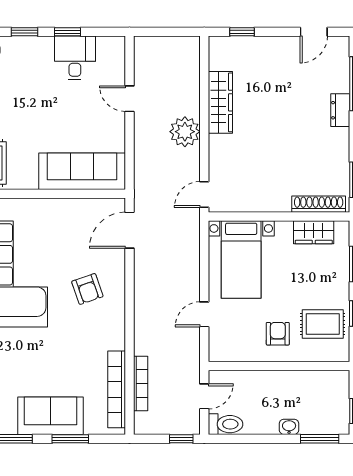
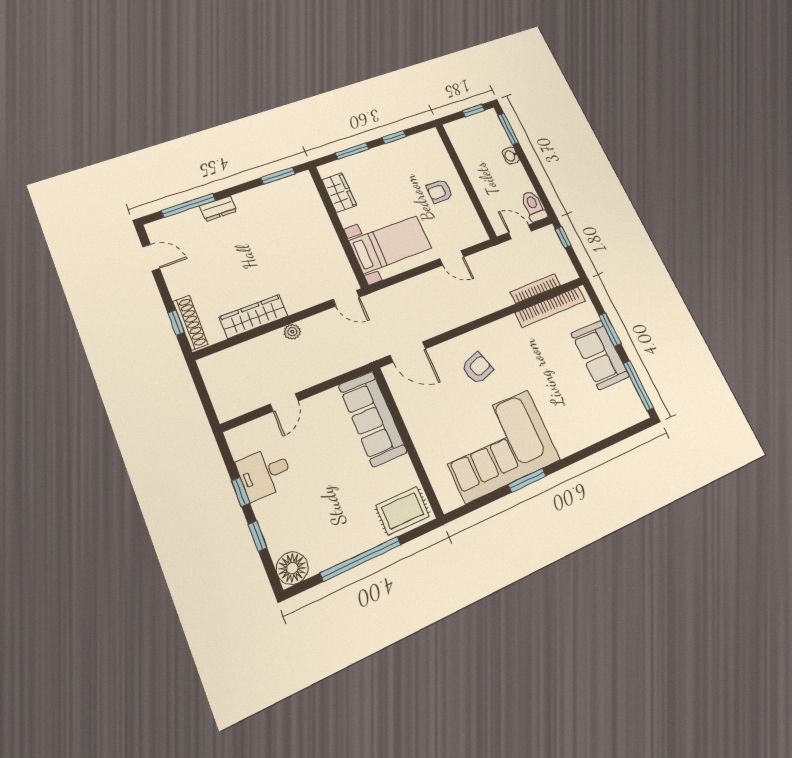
plant: (185, 132) -> (292, 332), width x0.53, depth x0.53
shoe rack: (319, 204) -> (190, 323), moved, turned 180
rug: (323, 324) -> (414, 158), removed

